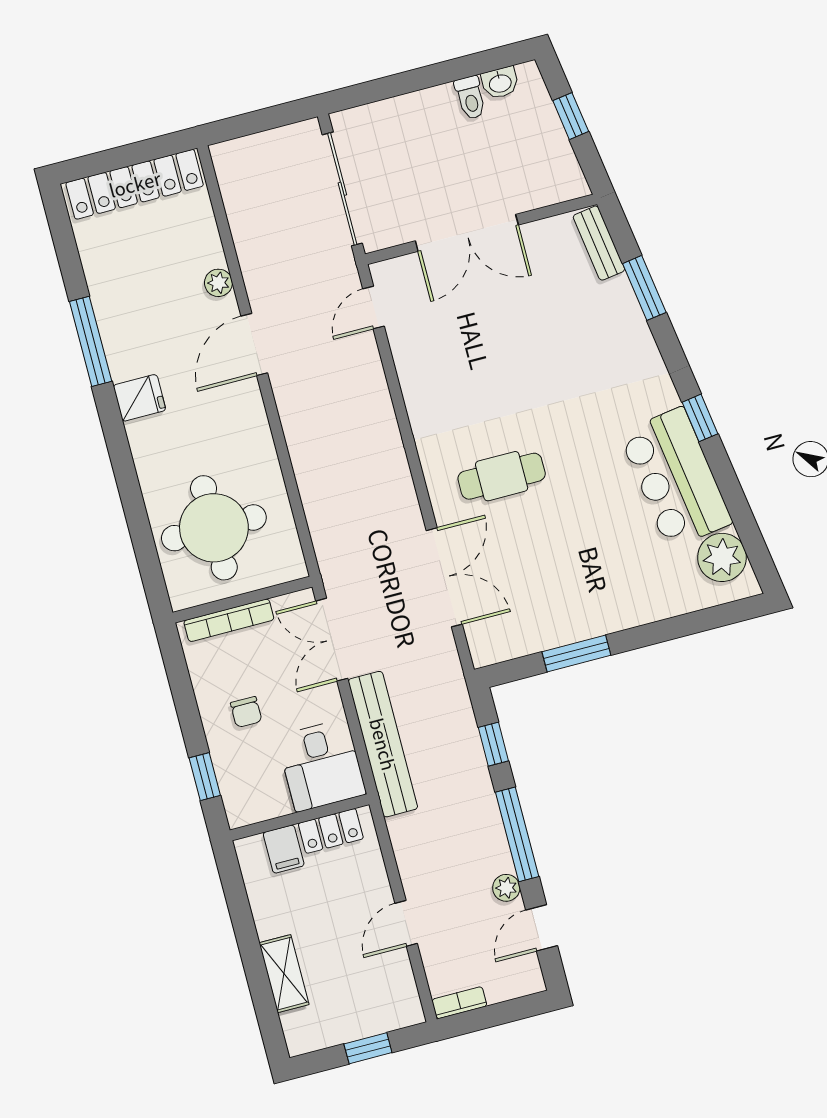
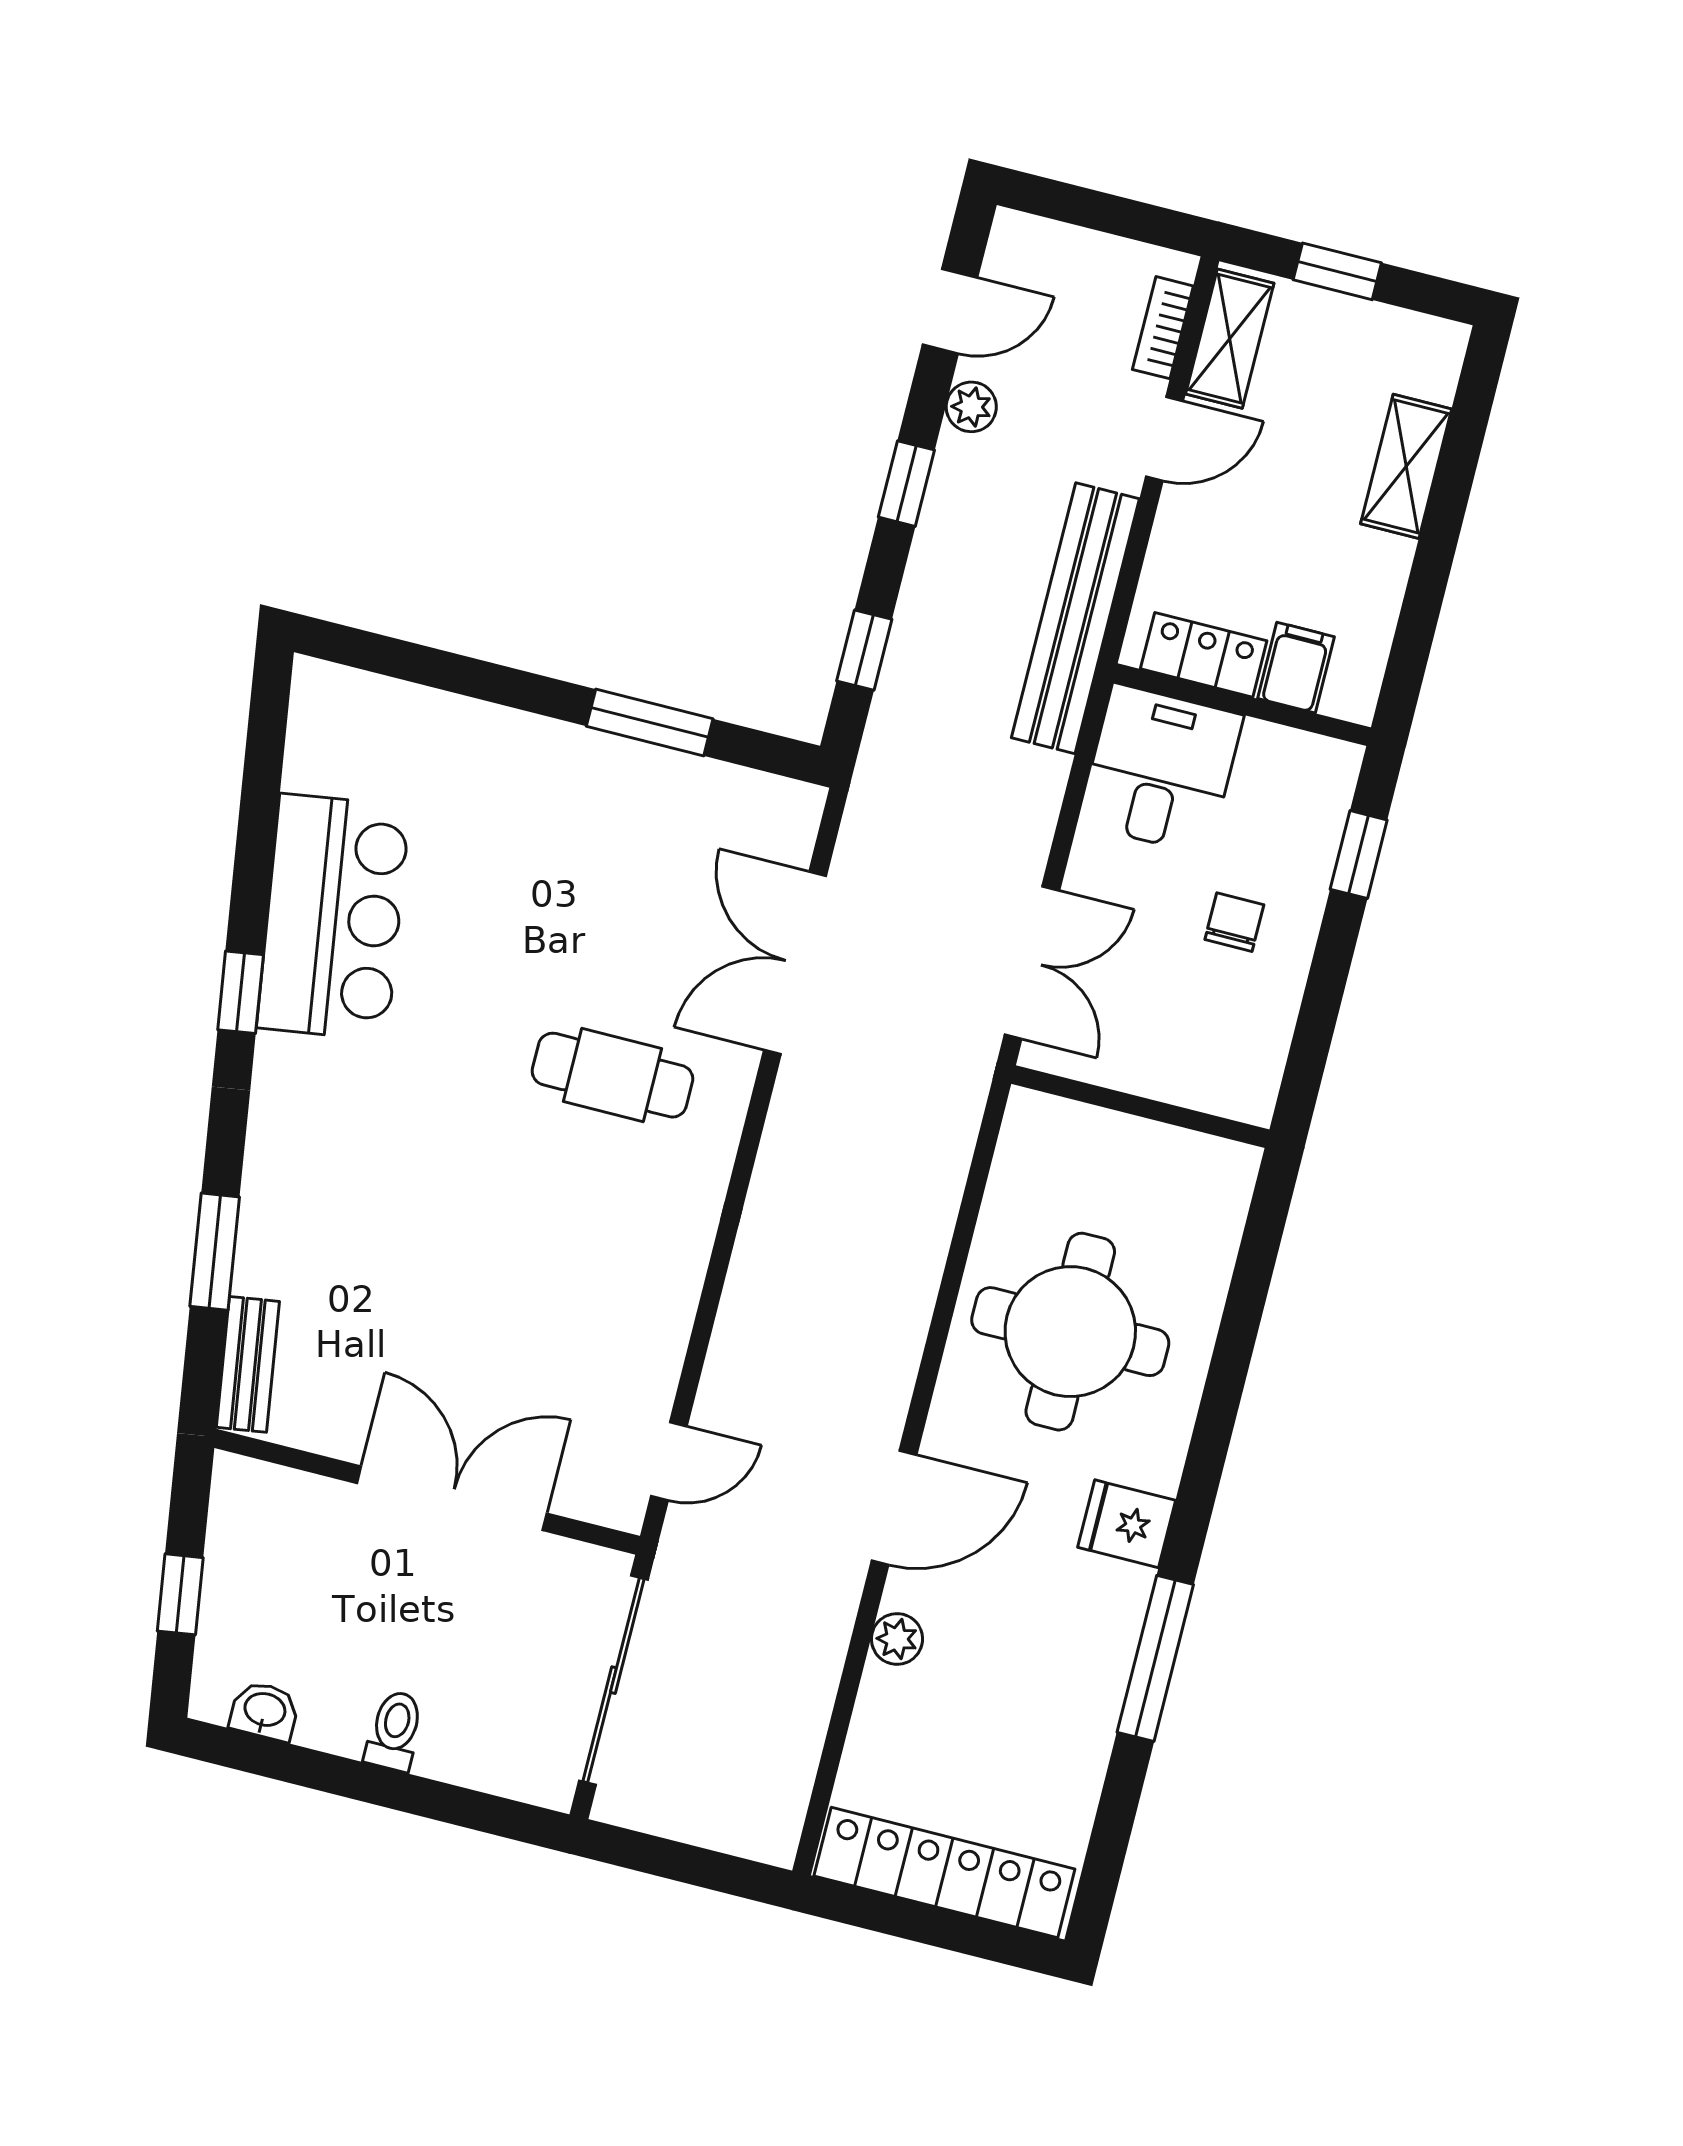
toilet: (470, 98) -> (395, 1731), moved
round table: (214, 528) -> (1070, 1332), moved
plant: (722, 557) -> (329, 748), removed
bookcase: (229, 620) -> (1181, 1085), removed
bench: (383, 744) -> (1075, 618), moved
window: (517, 834) -> (906, 484), width x0.46
shelving: (401, 988) -> (1230, 339), added
bookcase: (459, 1003) -> (1163, 328), moved, turned 90

